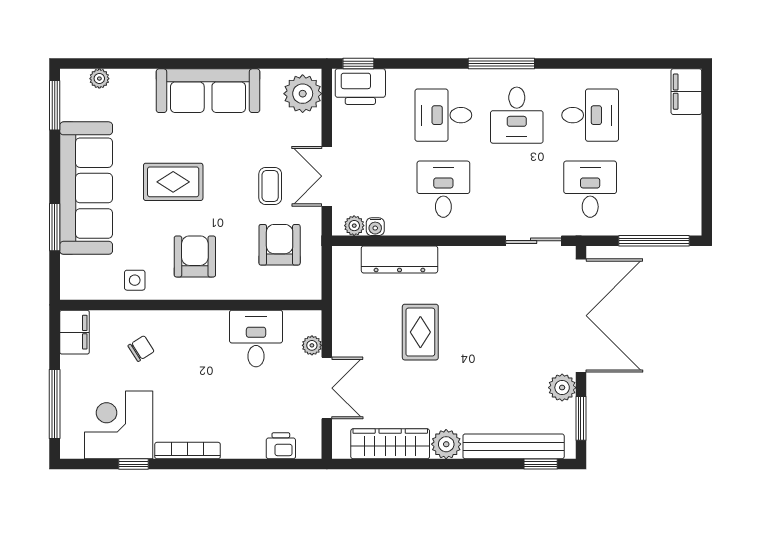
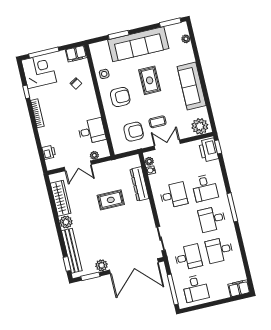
desk: (443, 115) -> (205, 188), turned 180
desk: (590, 115) -> (219, 250), turned 90
desk: (664, 189) -> (195, 288), added
corner desk: (119, 425) -> (39, 71), moved

